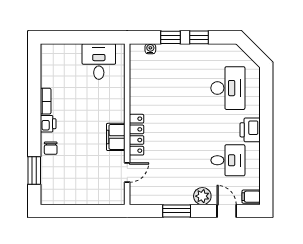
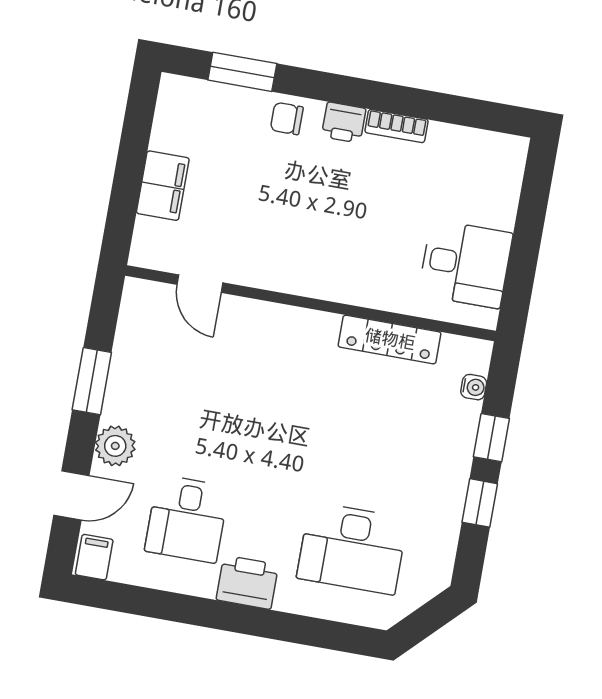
locker: (137, 135) -> (390, 339), moved
filing cabinet: (116, 137) -> (163, 186), moved, turned 90

